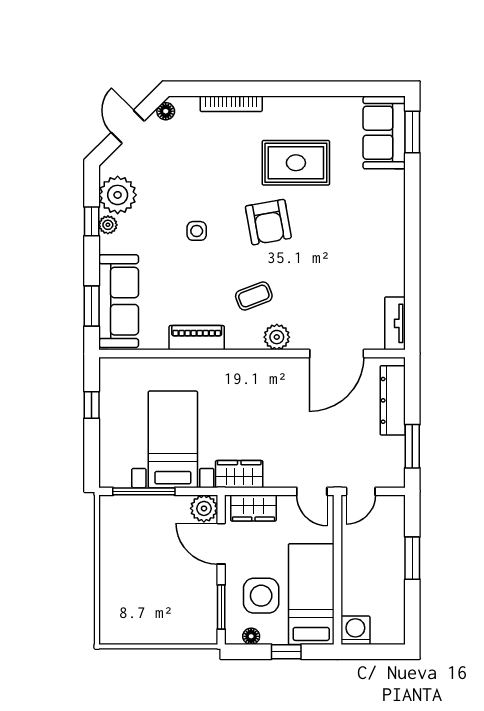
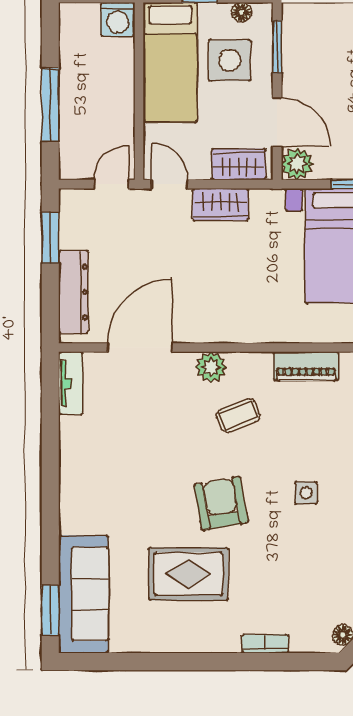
bookcase: (231, 104) -> (265, 644), width x0.64
sofa: (384, 133) -> (84, 594), width x1.36
wardrobe: (239, 474) -> (220, 205), moved
window: (412, 558) -> (50, 105), width x1.44

